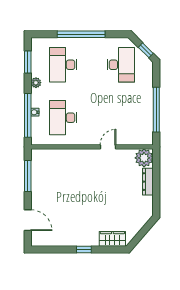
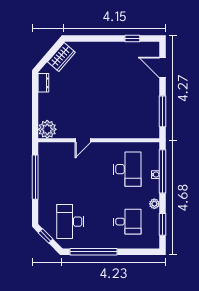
window: (81, 34) -> (94, 252), moved
desk: (63, 65) -> (127, 222), width x0.73
dresser: (148, 182) -> (43, 83), moved, width x0.70
wardrobe: (112, 239) -> (61, 57), moved, turned -49
window: (84, 250) -> (132, 39), moved

